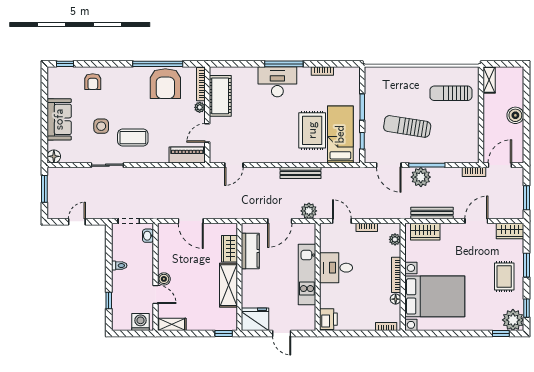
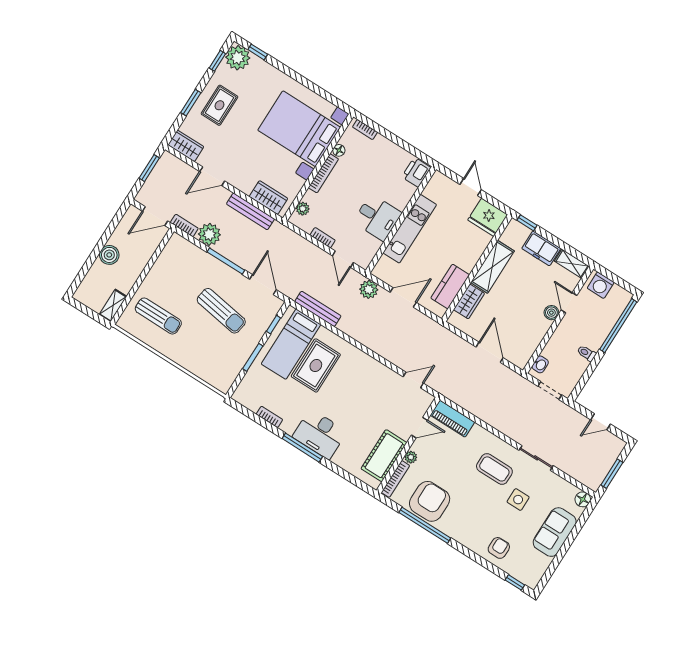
bench: (301, 173) -> (318, 309), moved
plant: (421, 177) -> (209, 234), moved
window: (109, 301) -> (618, 326), width x3.17
freezer: (201, 321) -> (541, 248), added

